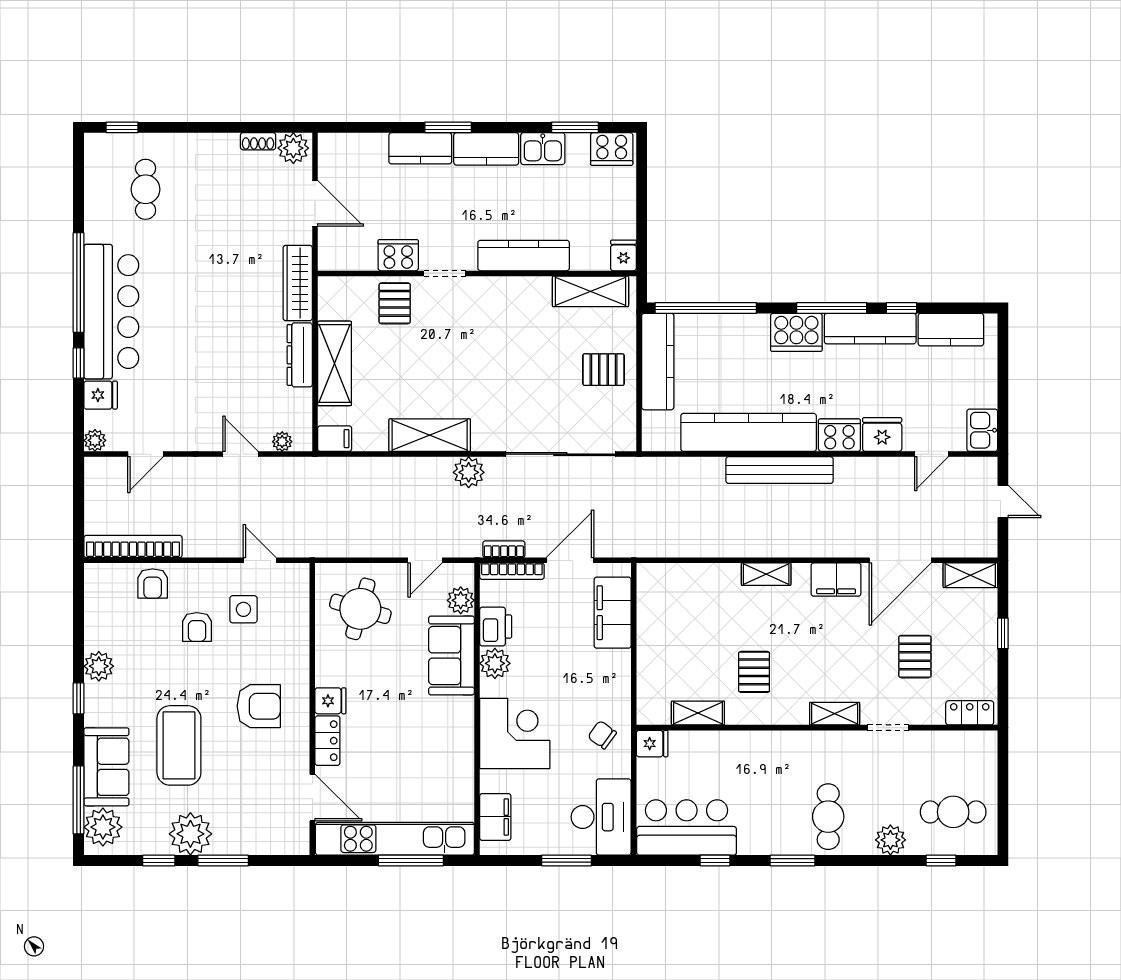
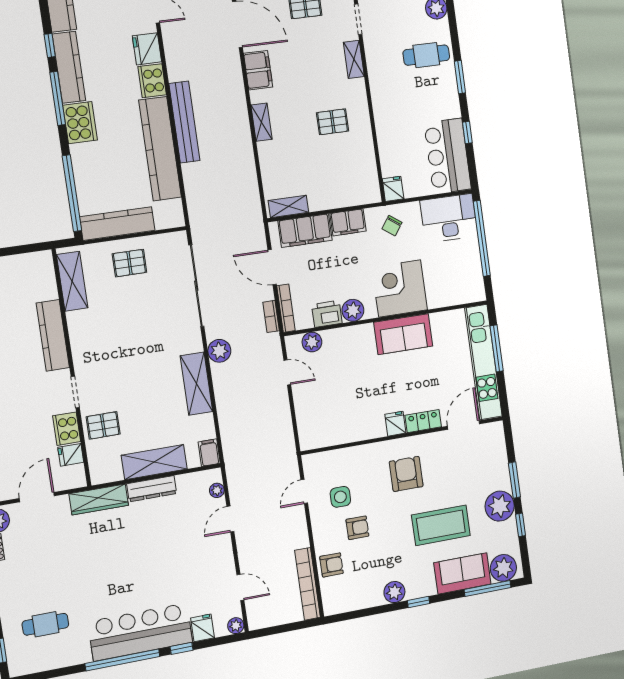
fridge: (623, 255) -> (71, 455), moved
pallet: (604, 370) -> (129, 263), turned 90
round table: (360, 609) -> (328, 413), removed
sofa: (452, 656) -> (403, 334), moved
shelving: (698, 713) -> (288, 206), moved, turned 90
filing cabinet: (495, 817) -> (348, 222), moved, turned 180
window: (567, 860) -> (482, 238), width x2.11

